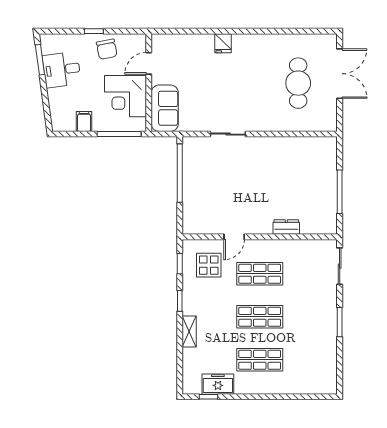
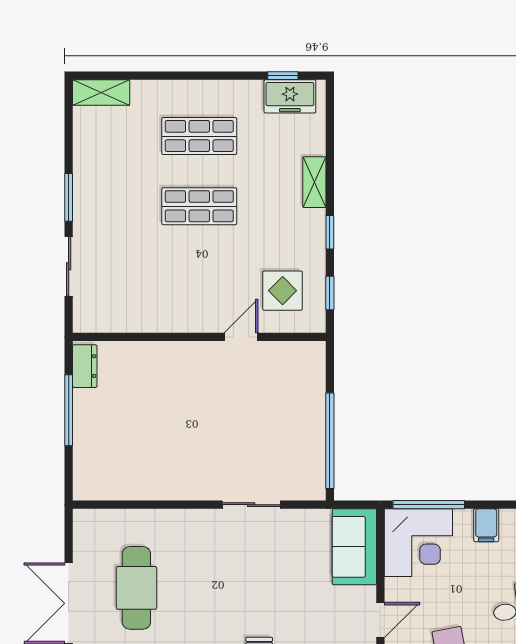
corner desk: (125, 96) -> (418, 543), moved, turned 90
dresser: (286, 227) -> (85, 366), moved, turned -90
sliding door: (340, 266) -> (69, 266), moved
shop shelf: (260, 274) -> (199, 276), removed
freezer: (218, 384) -> (290, 96), moved
shelving: (320, 386) -> (101, 92), added

